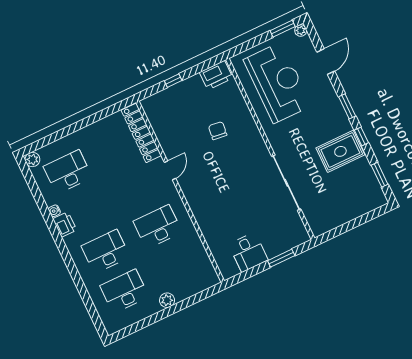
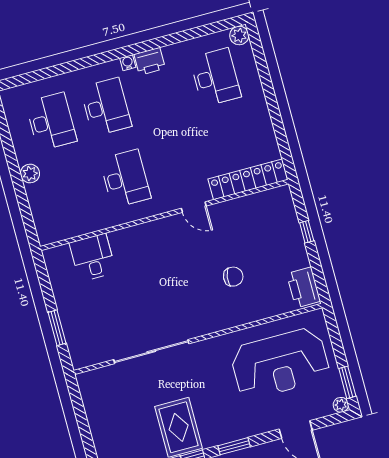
water cooler: (54, 211) -> (128, 63), moved
desk: (248, 252) -> (93, 257), moved, turned 90

